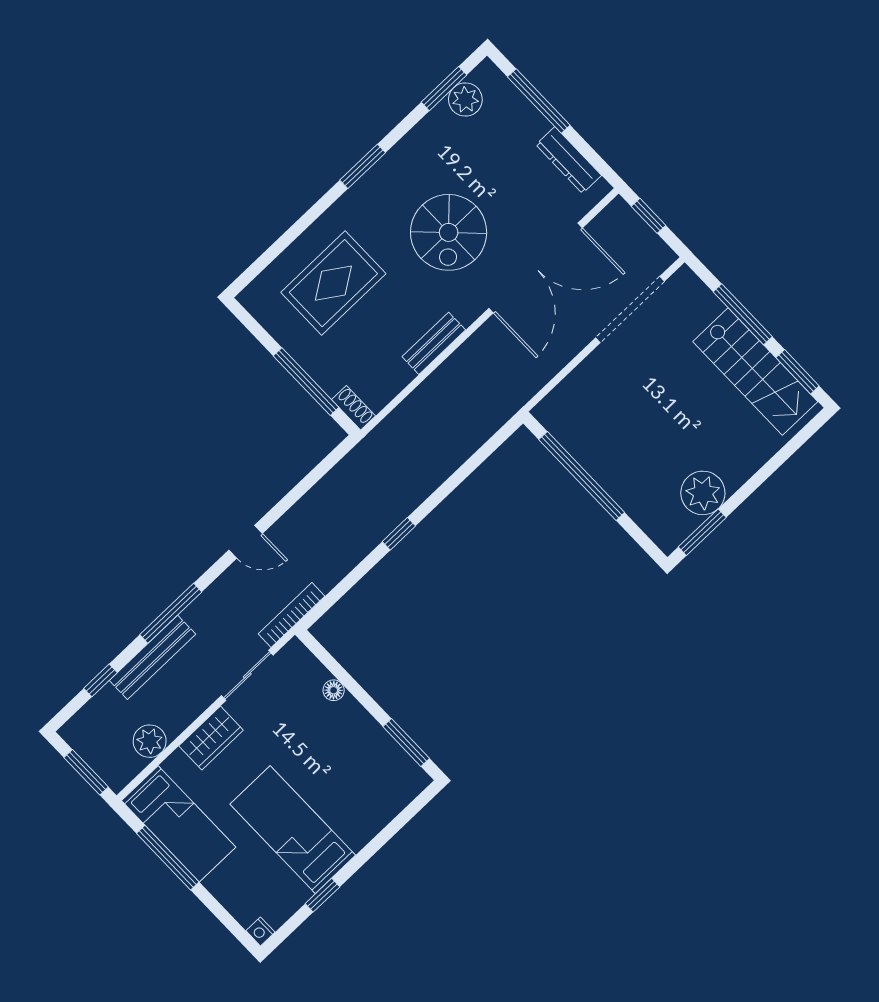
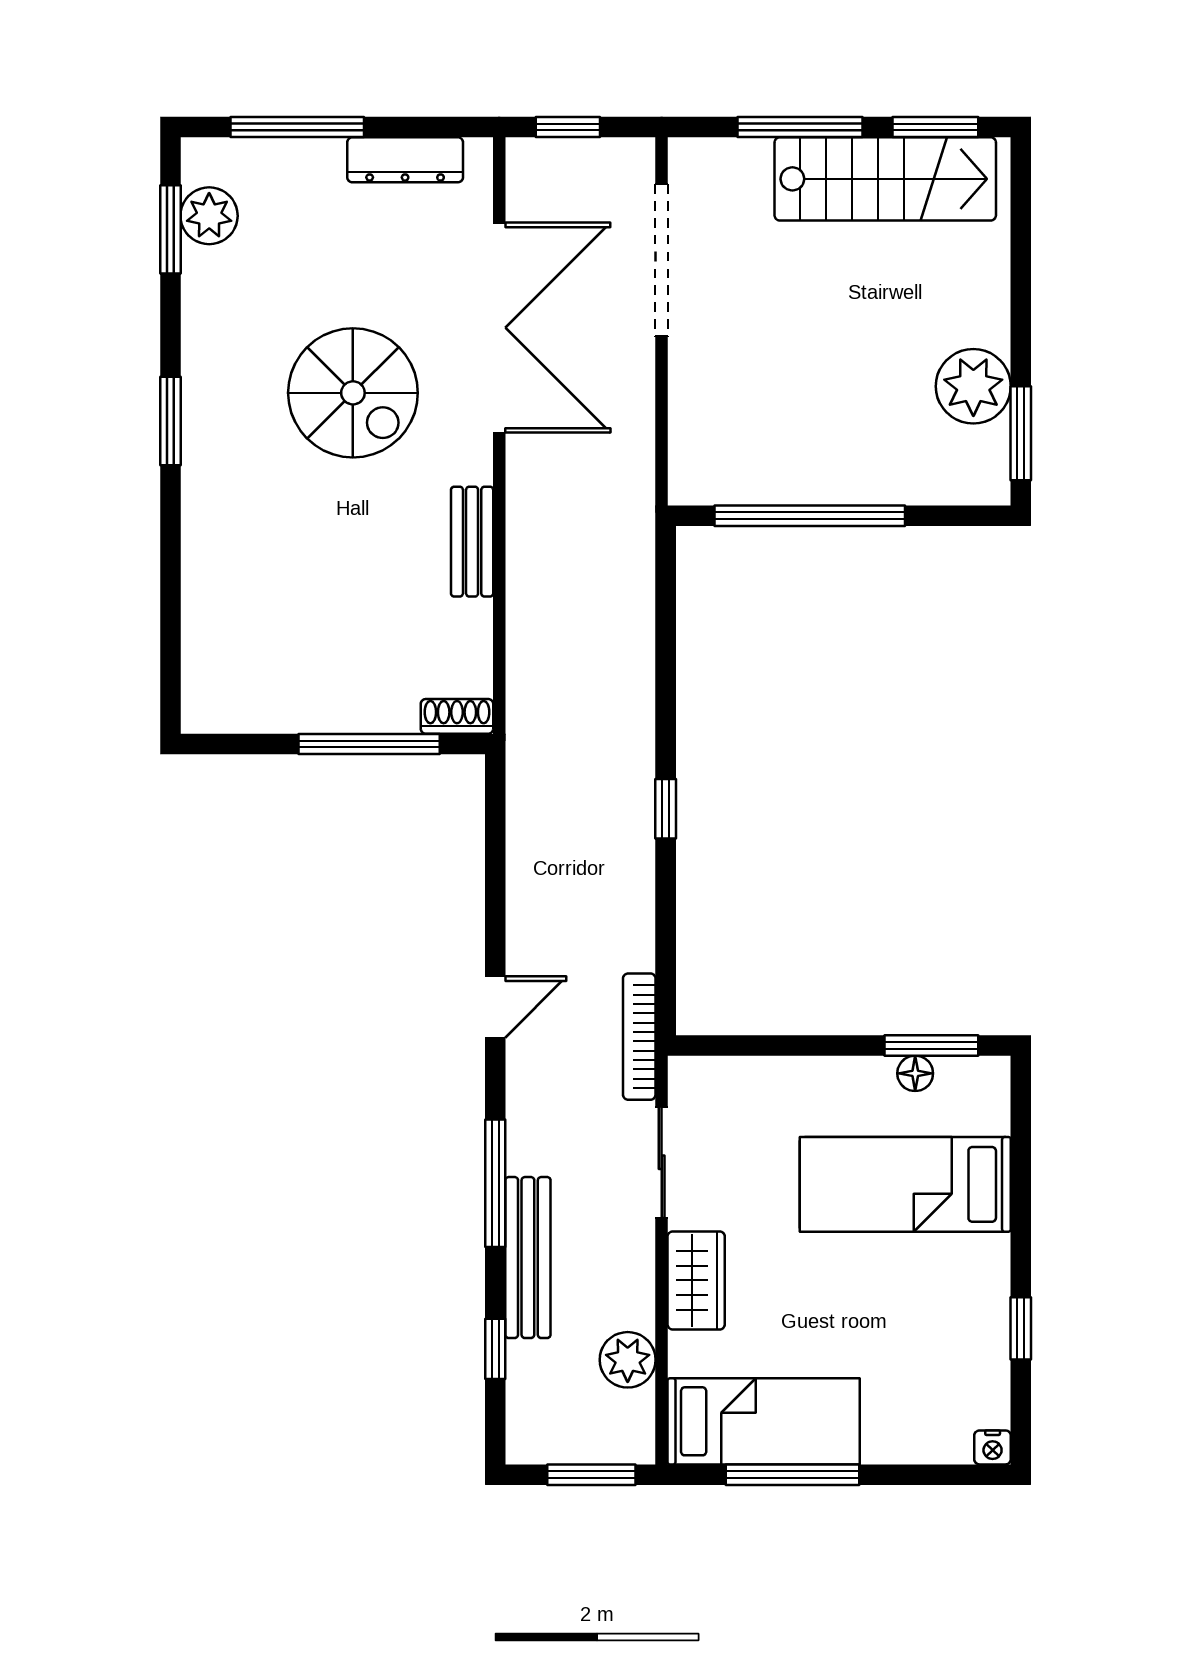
rug: (333, 283) -> (280, 594), removed
floor lamp: (334, 690) -> (915, 1073), moved
bed: (293, 830) -> (905, 1184), moved

